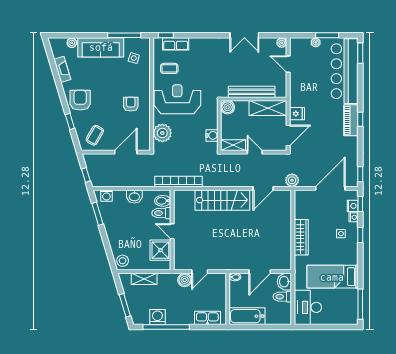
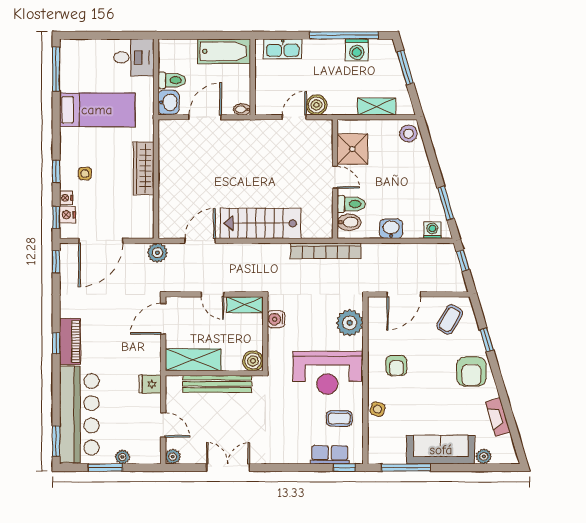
side table: (134, 58) -> (377, 409), moved
fridge: (297, 114) -> (150, 384), moved
desk: (308, 307) -> (134, 57), width x0.73

